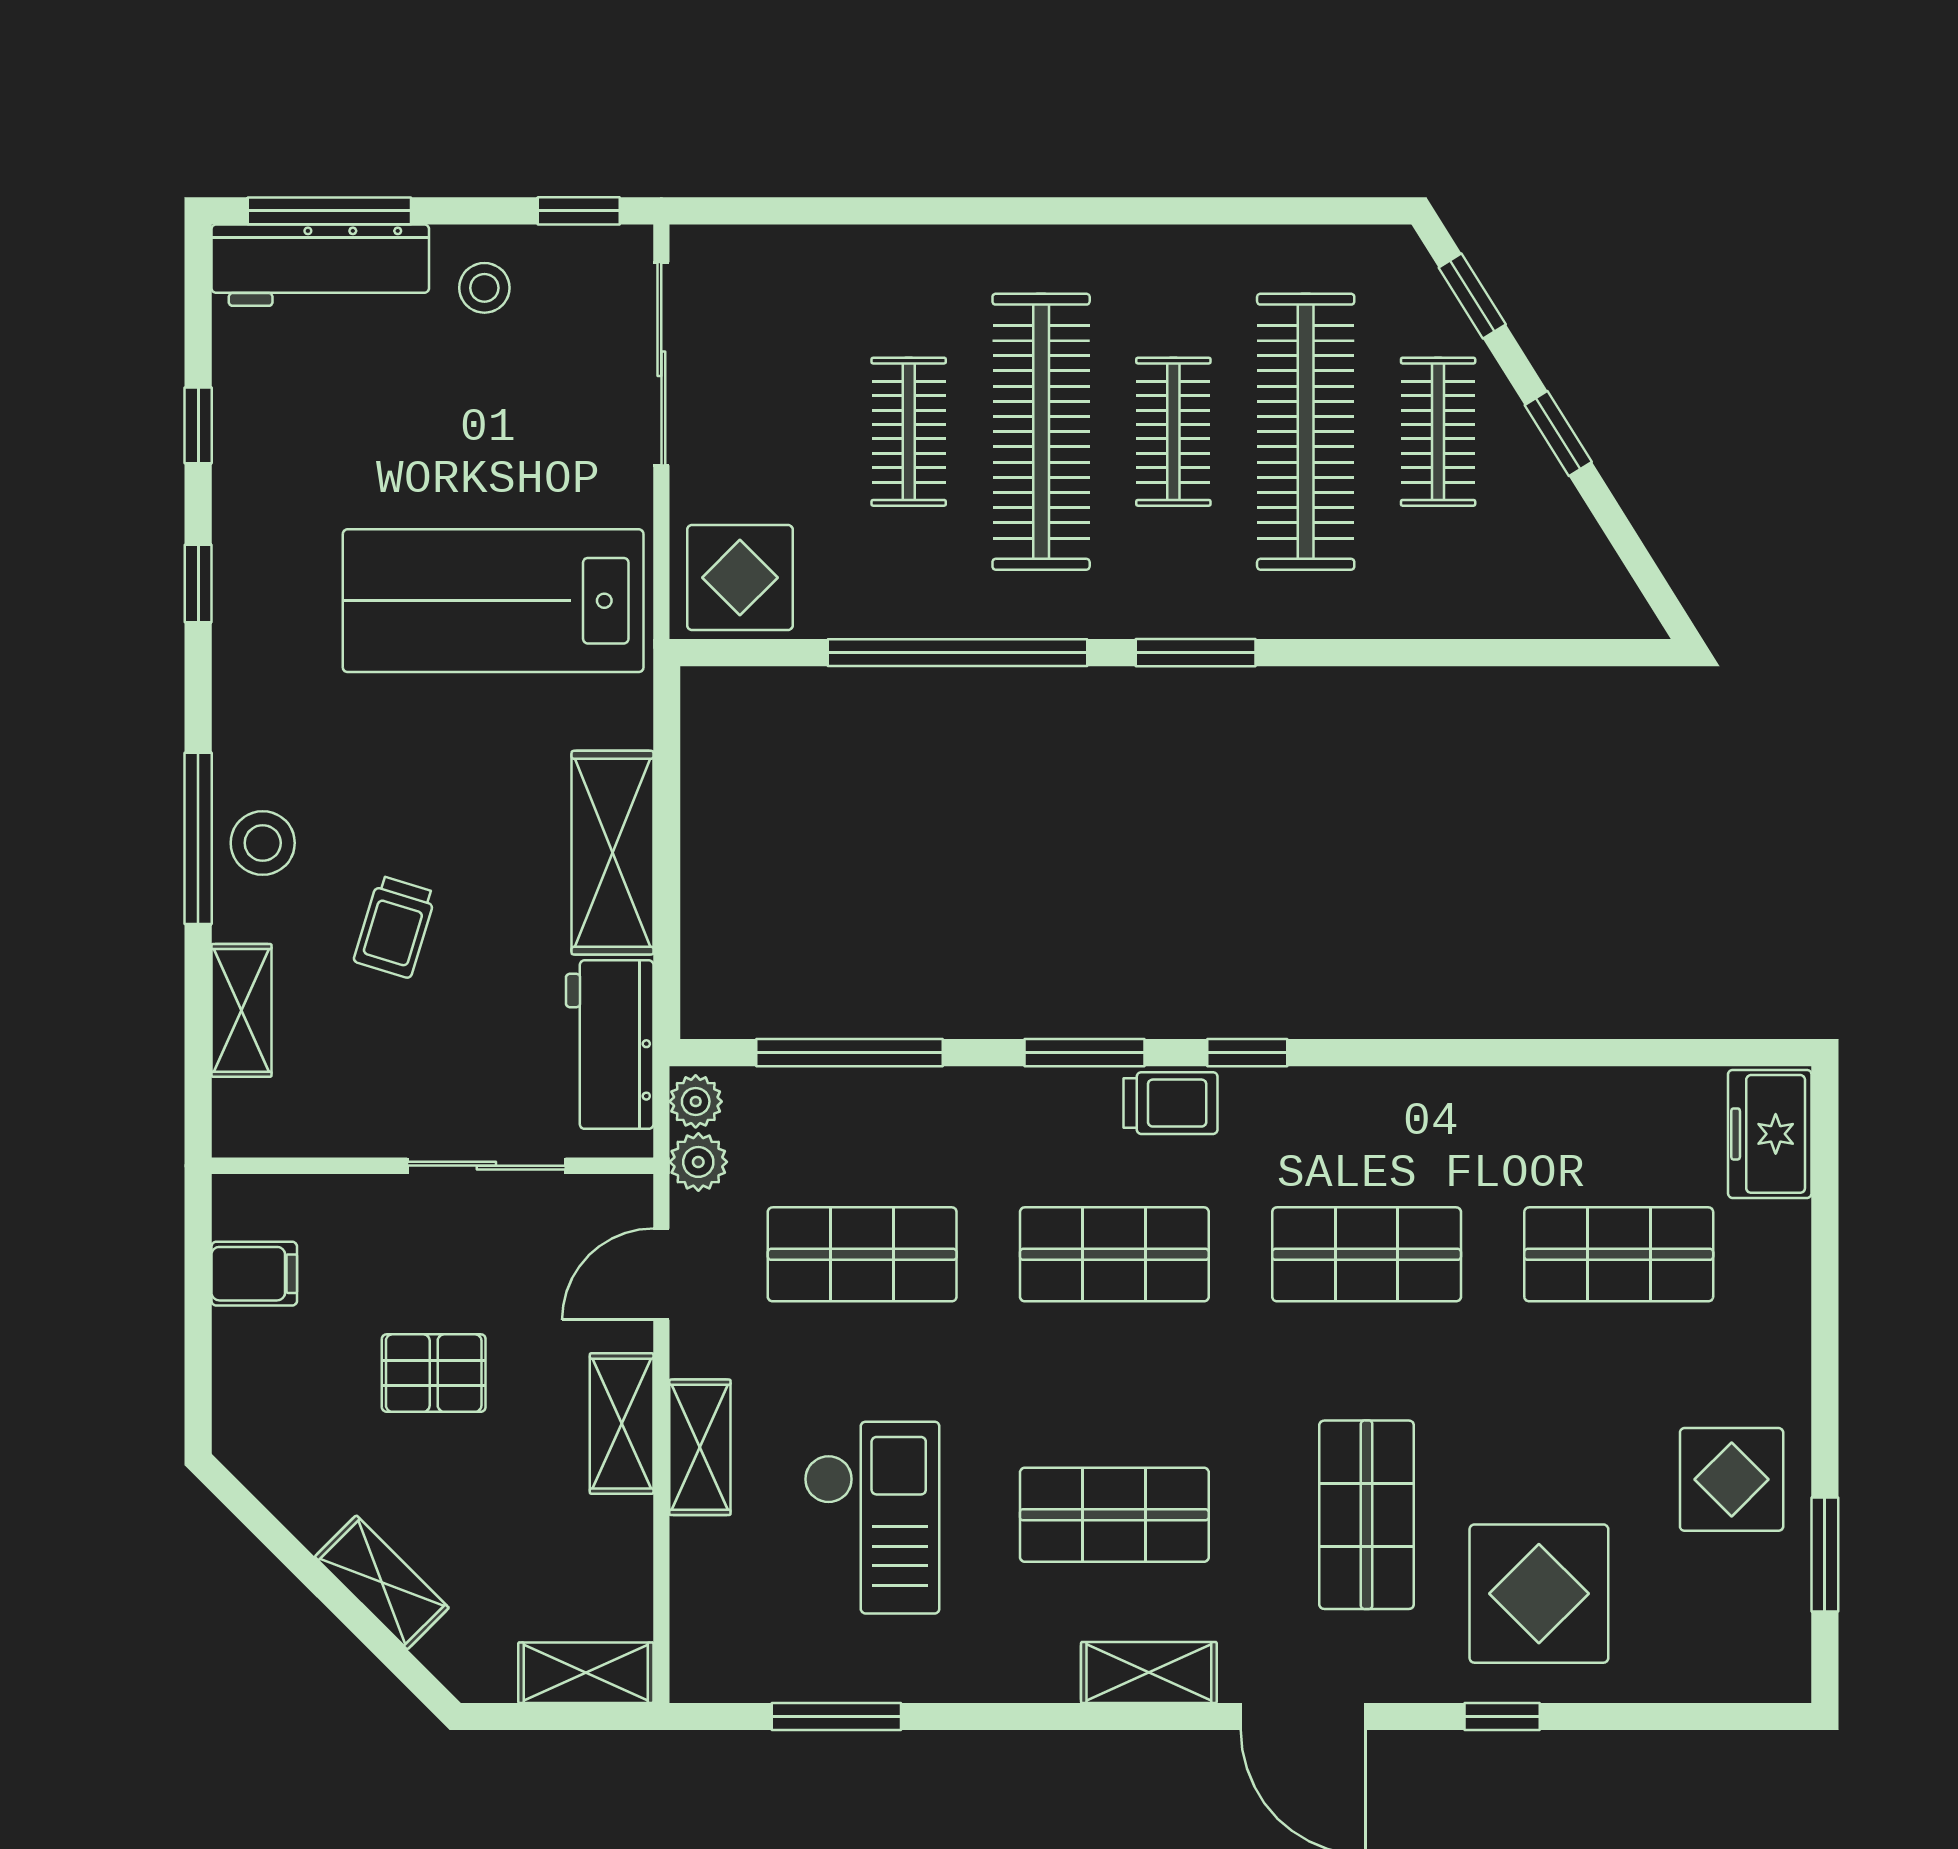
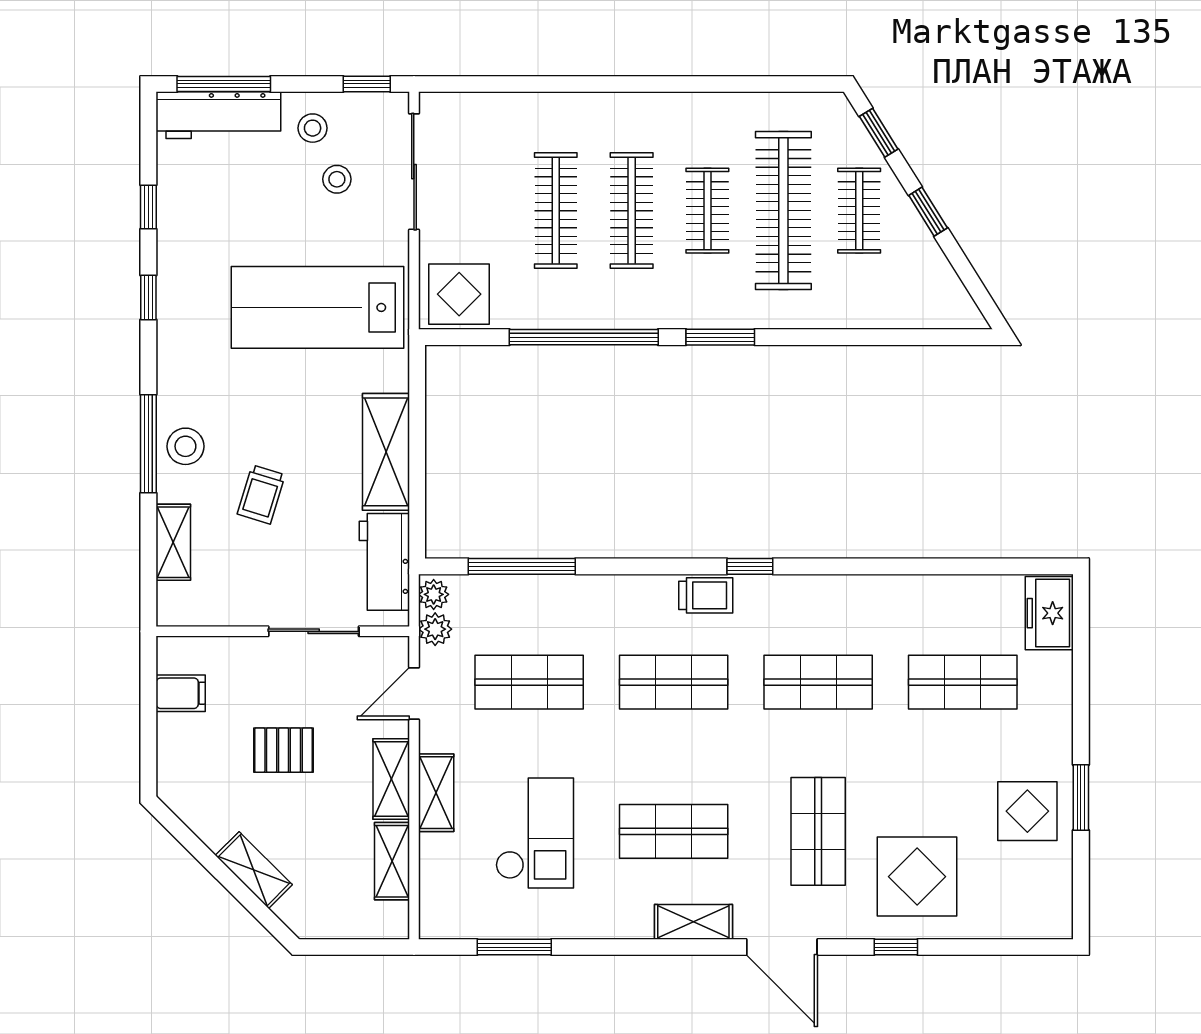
stool: (527, 377) -> (337, 179), added
clothes rail: (909, 432) -> (556, 211), width x1.36
clothes rail: (1041, 432) -> (632, 211), width x0.73, depth x0.76
window: (1084, 1053) -> (656, 566), removed
window: (1825, 1554) -> (1081, 798), moved
shelving: (586, 1673) -> (392, 861), moved, turned 90

